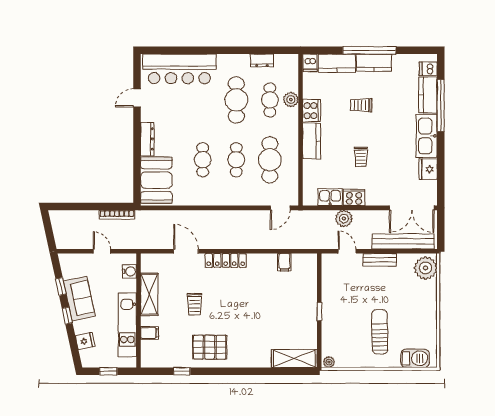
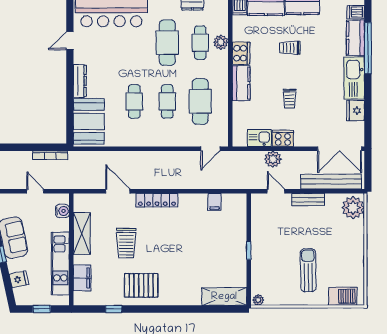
trolley: (194, 304) -> (126, 243), width x1.36, depth x1.39
filing cabinet: (150, 333) -> (82, 278), width x2.00

